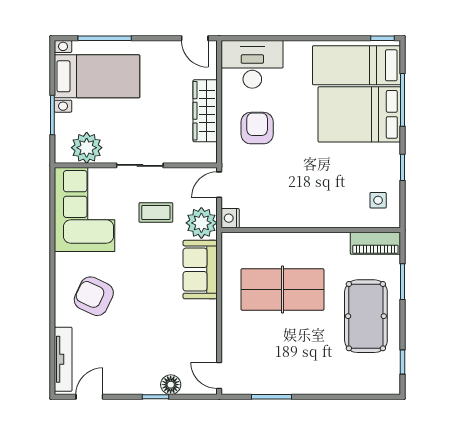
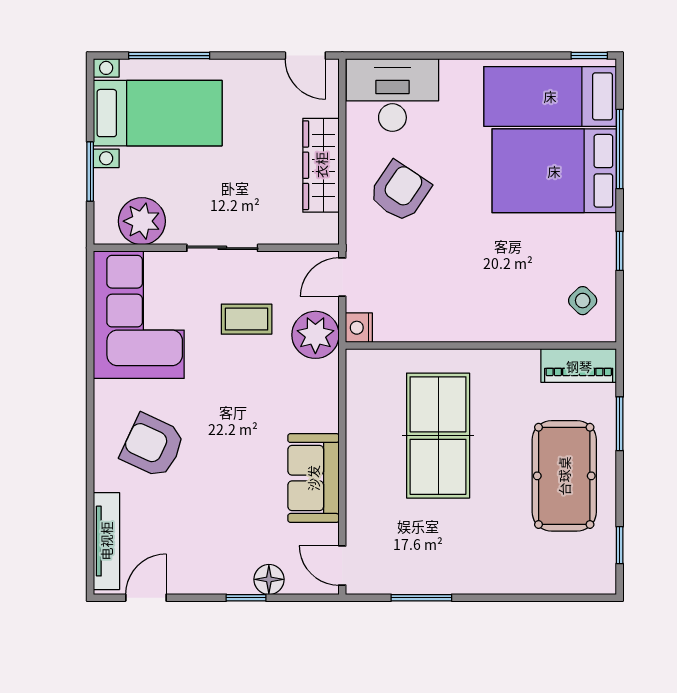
armchair: (257, 128) -> (400, 191), turned 34
side table: (378, 200) -> (583, 301), turned 45
sofa: (200, 270) -> (313, 478), moved
table tennis table: (282, 290) -> (438, 436), turned 90

